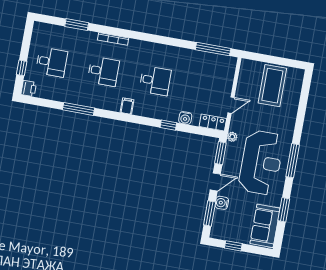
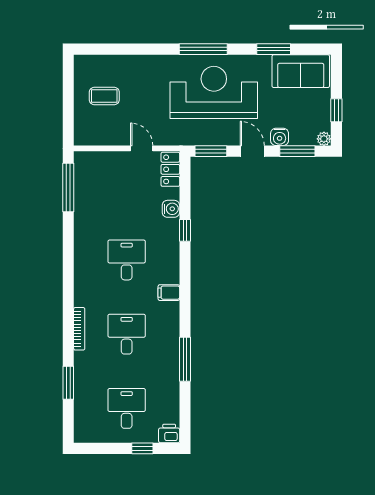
coffee table: (272, 86) -> (104, 96), width x0.54, depth x0.58
plant: (232, 137) -> (324, 139), moved

